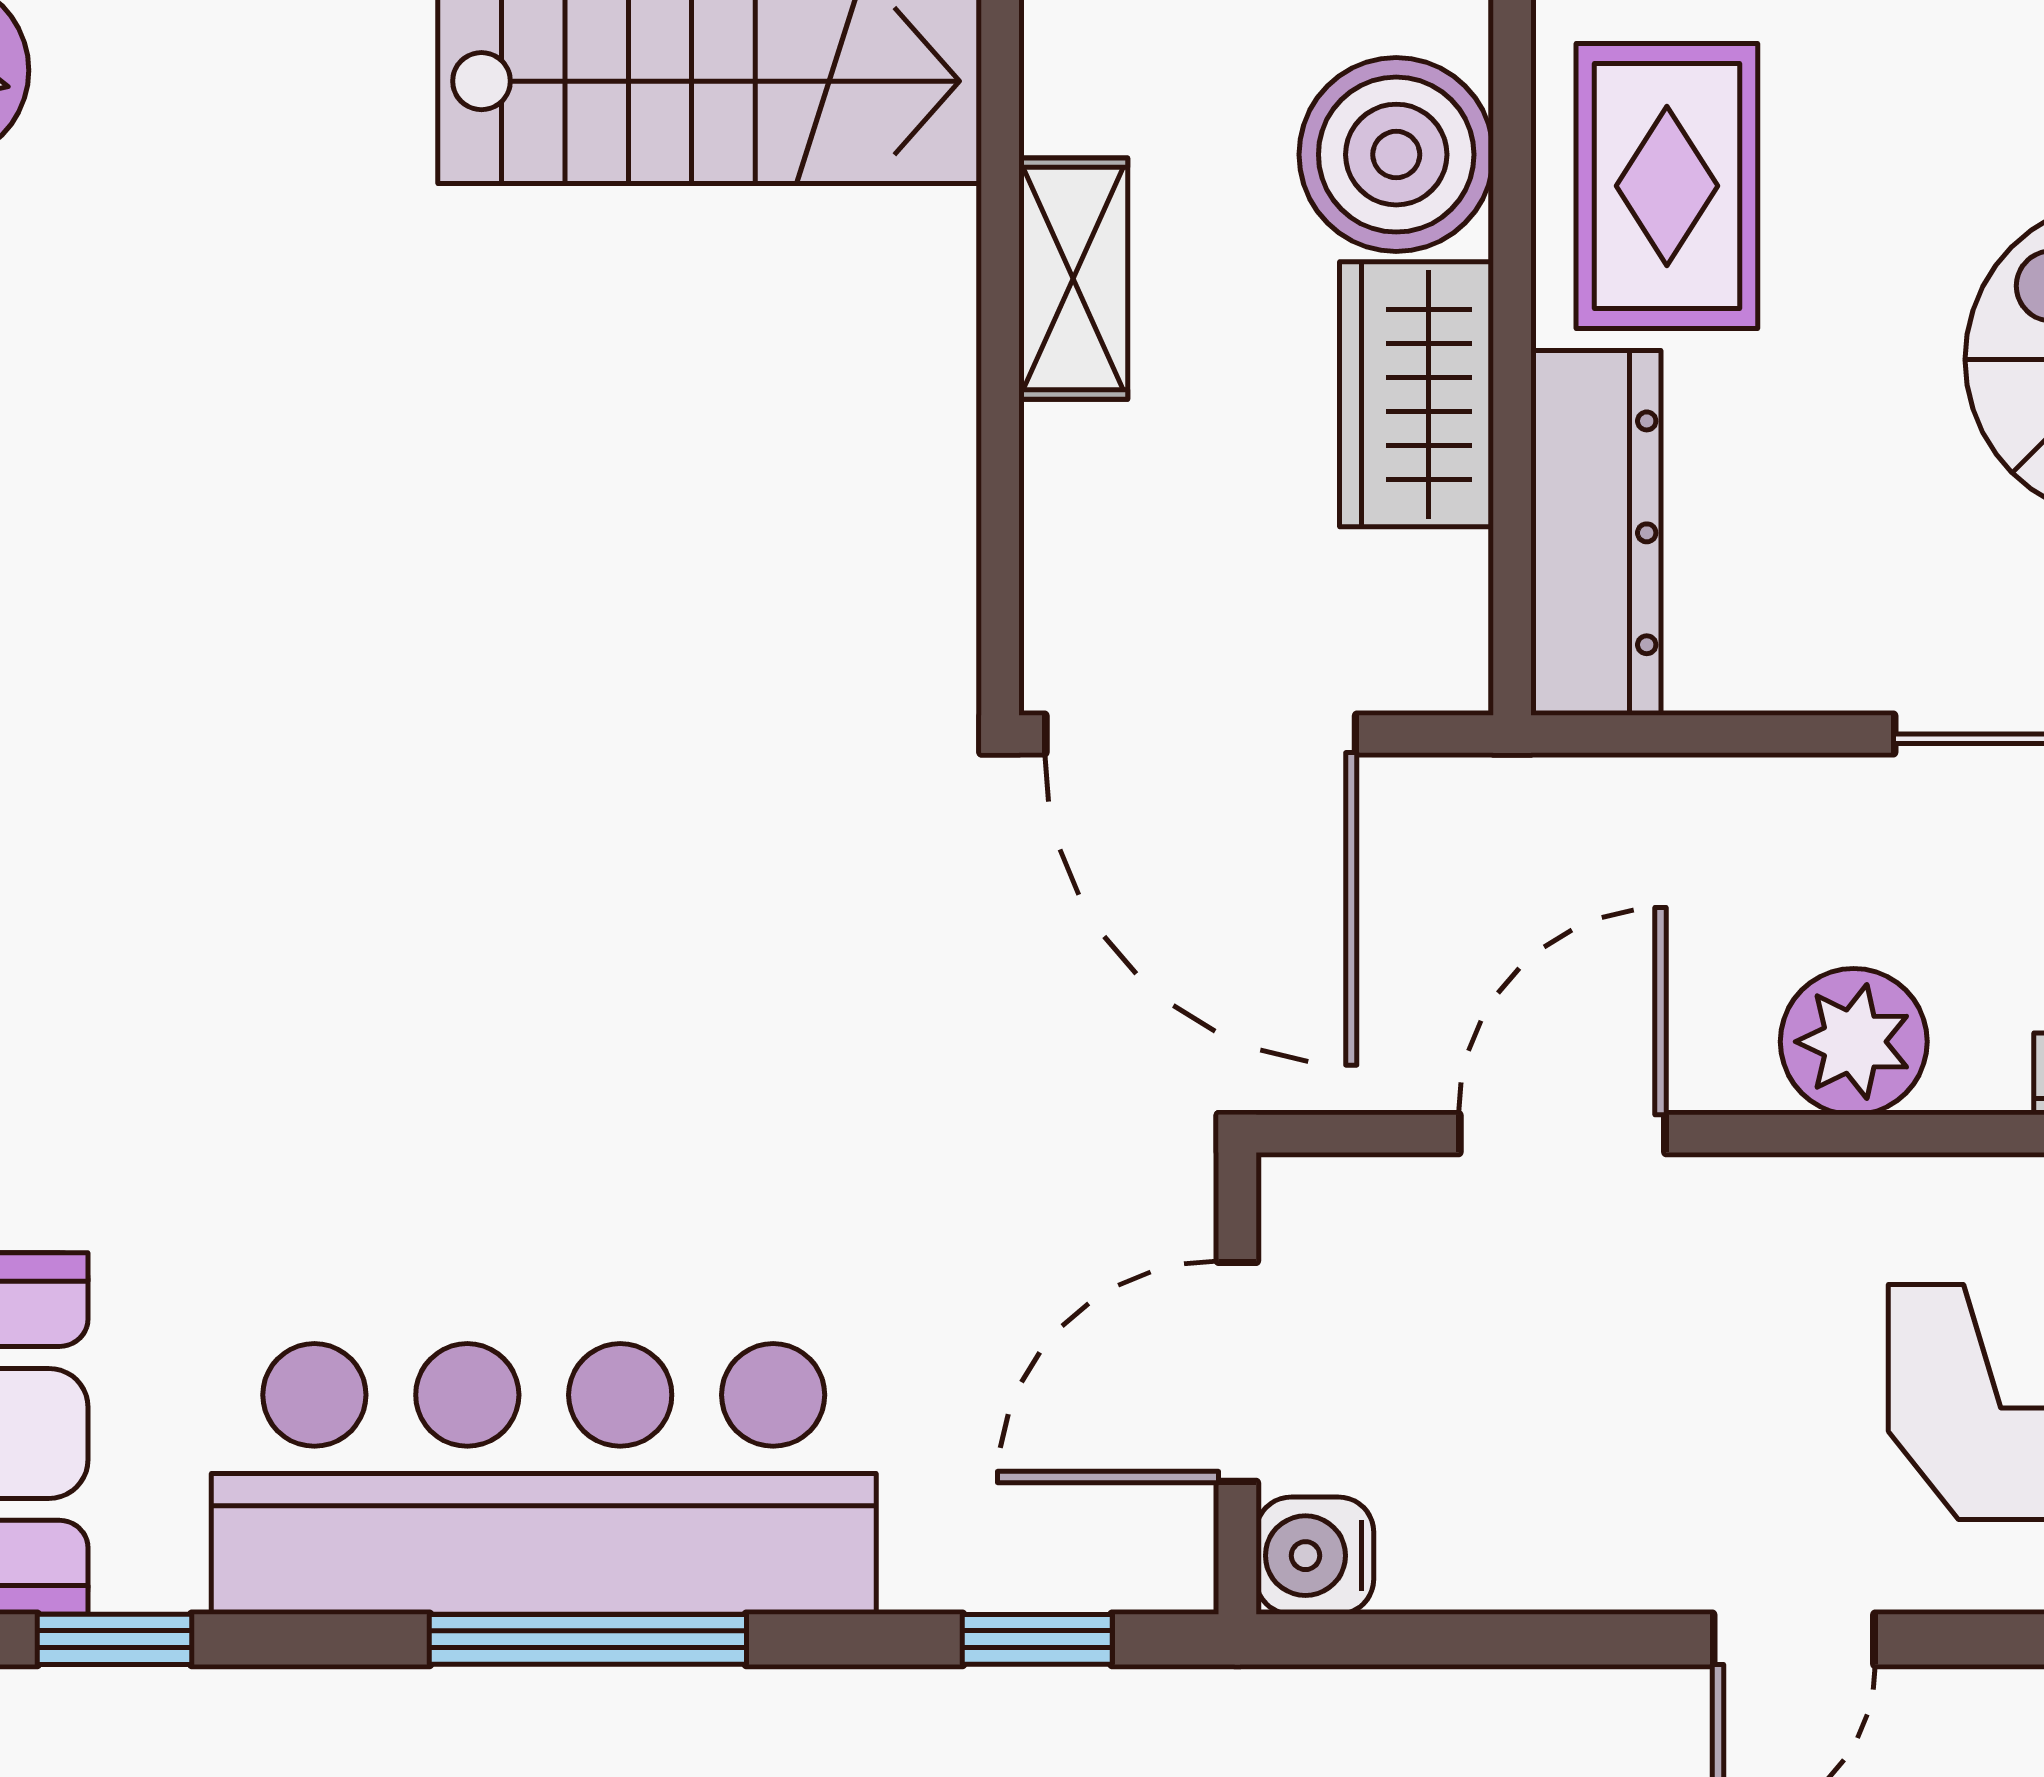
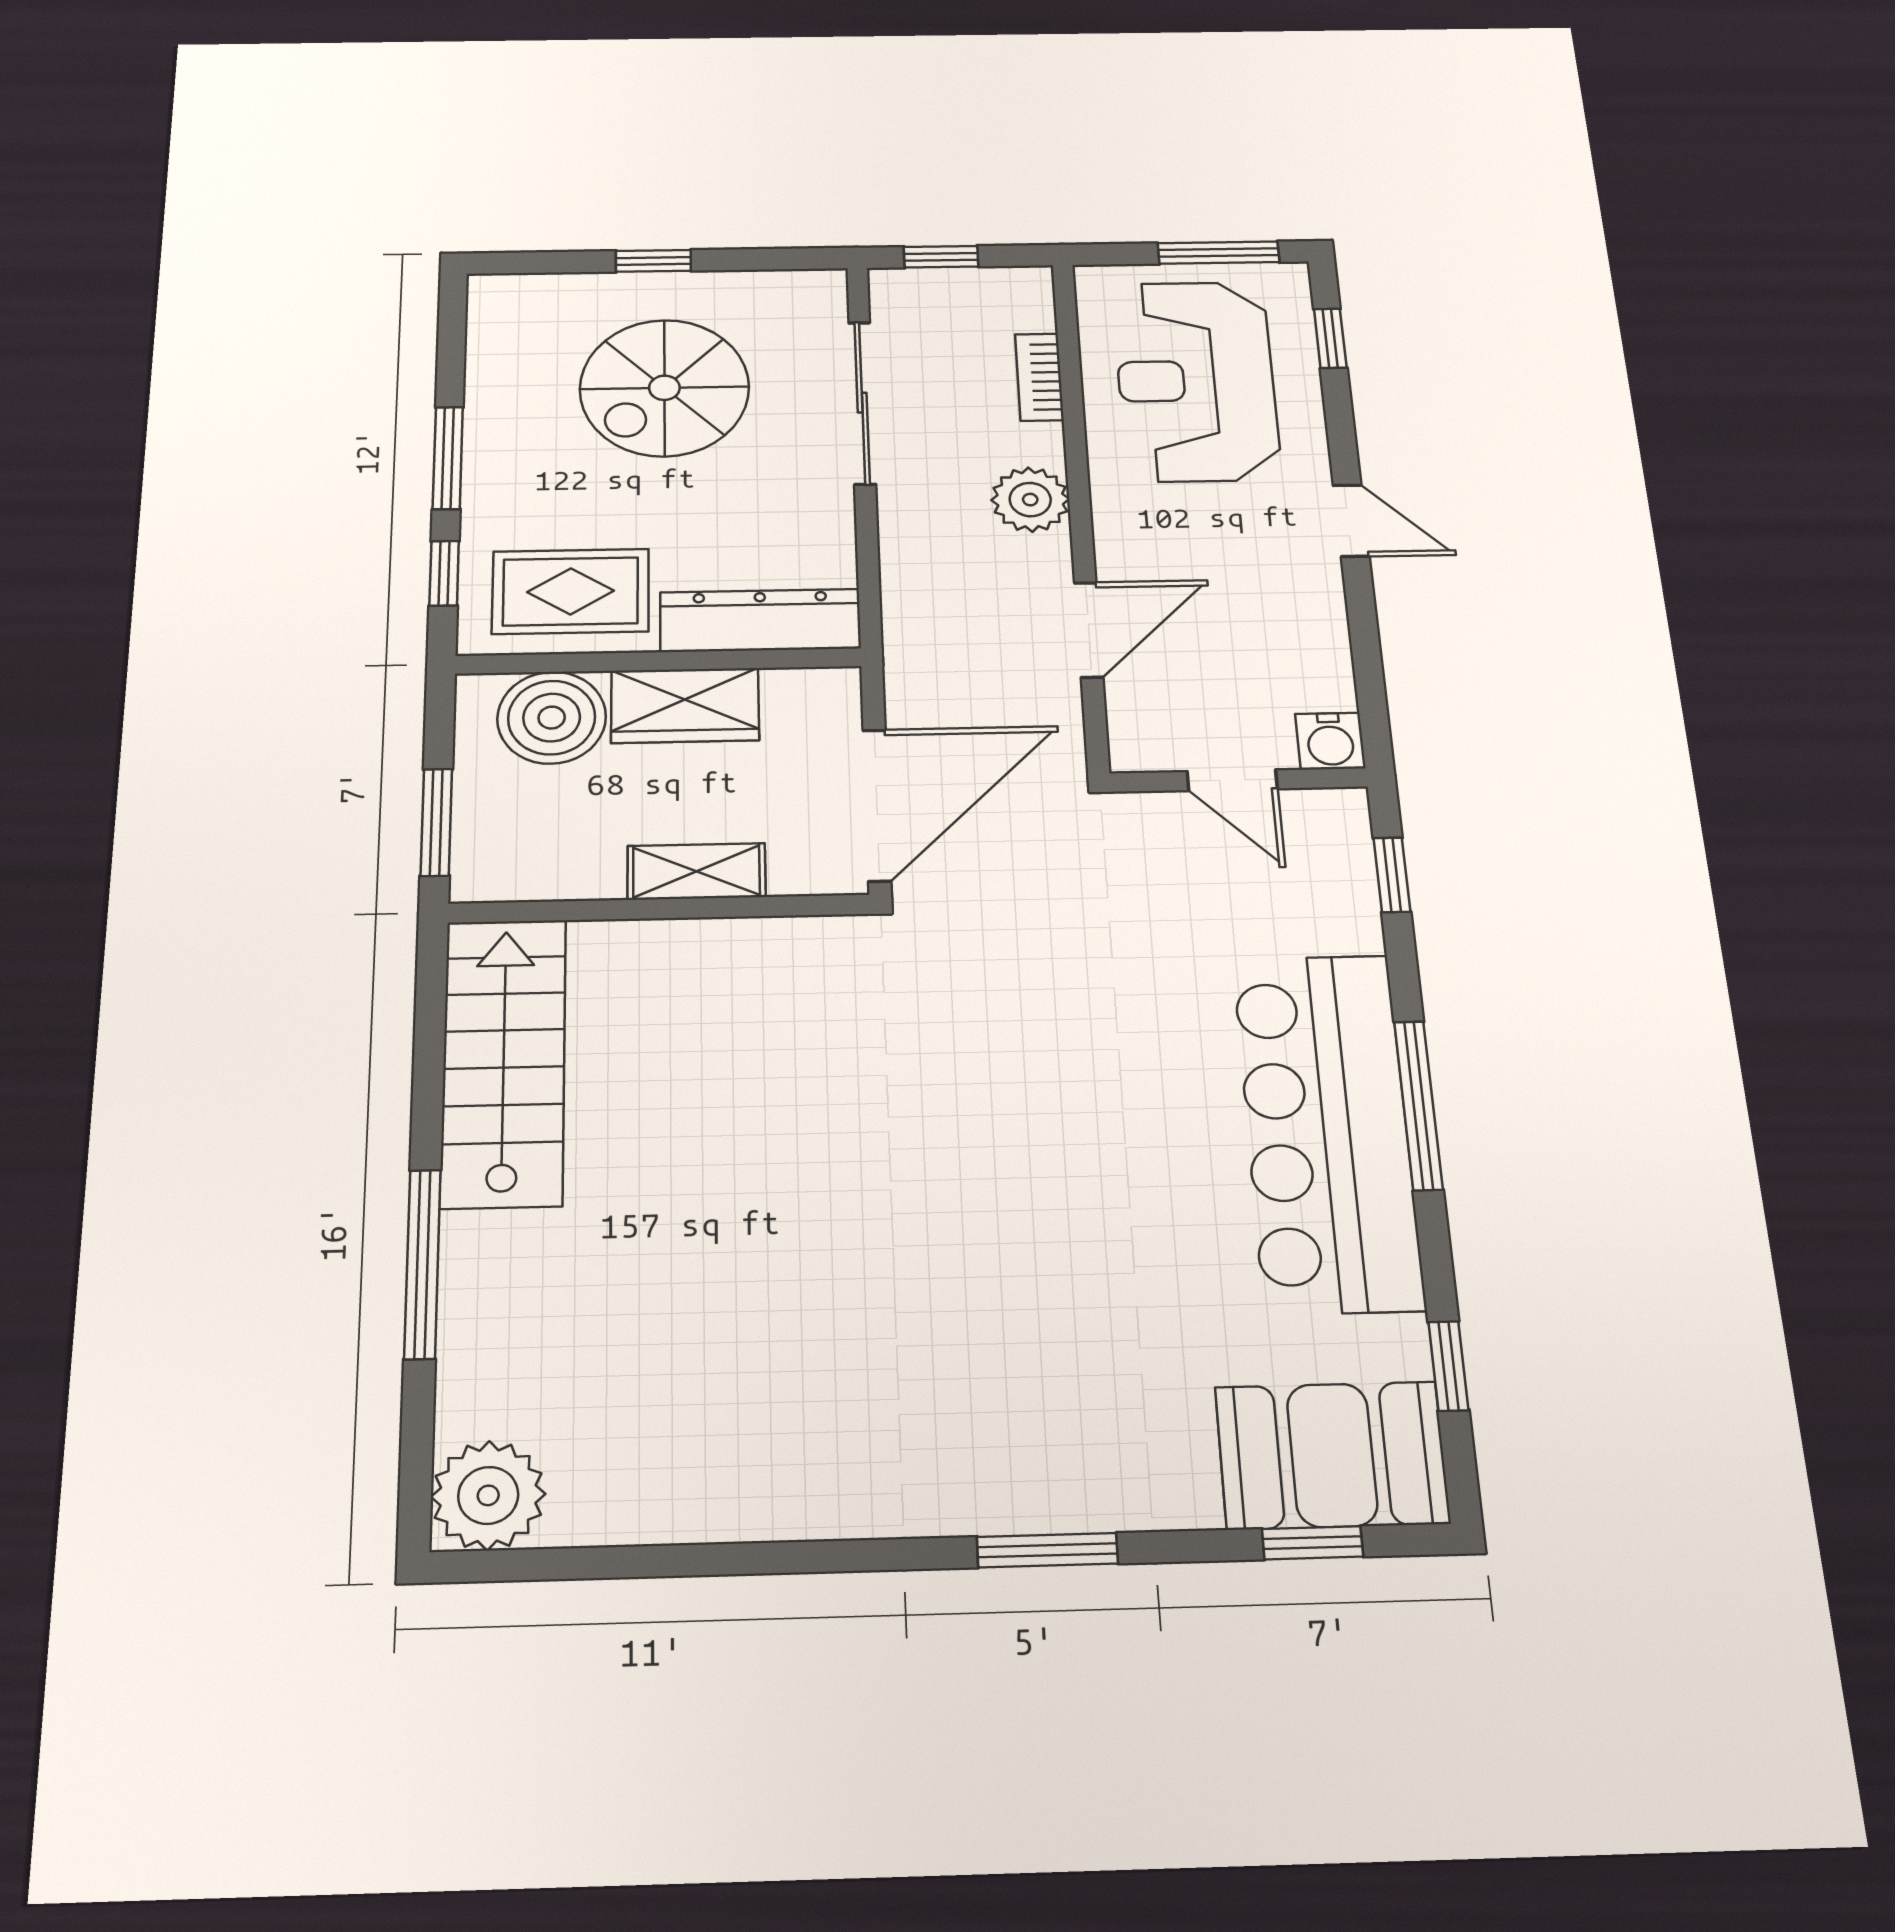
shelving: (1073, 279) -> (697, 871), moved
door: (1562, 1134) -> (1089, 630), swing flipped
door: (1237, 1372) -> (1232, 780), width x0.73

